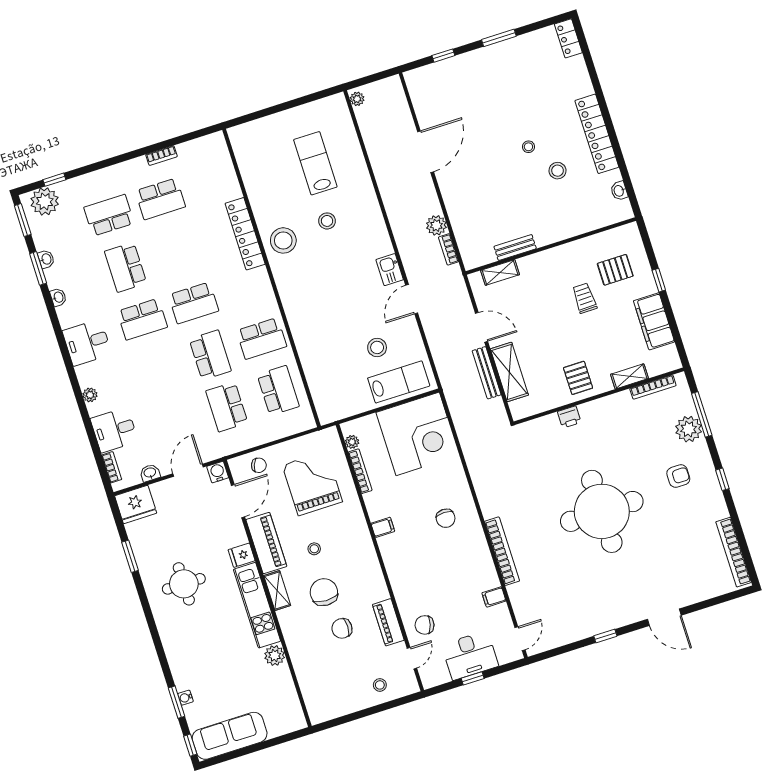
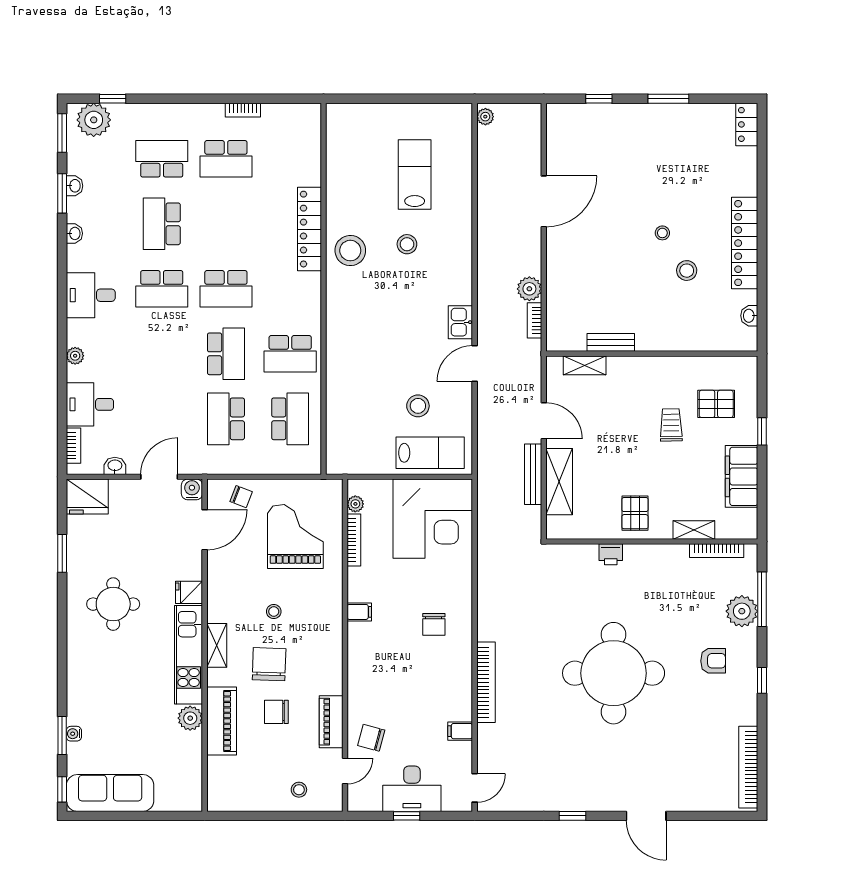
piano: (266, 543) -> (222, 721), moved

